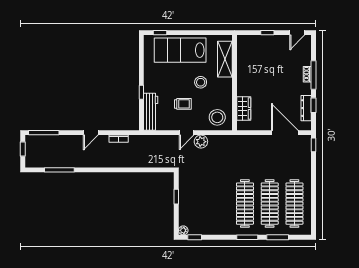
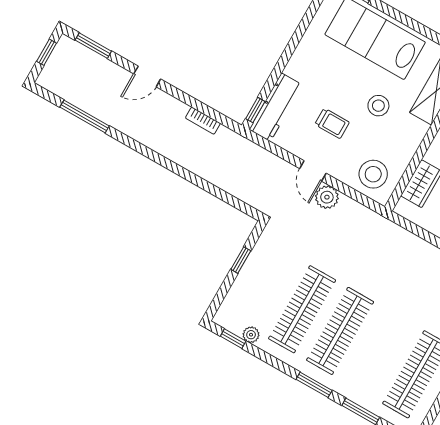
window: (141, 92) -> (255, 110), moved
window: (44, 133) -> (93, 46), width x0.69
door: (91, 133) -> (147, 76), moved
door: (187, 133) -> (313, 171), hinge flipped
clothes rail: (270, 204) -> (302, 309), moved
plant: (183, 230) -> (251, 335), moved

